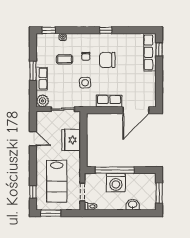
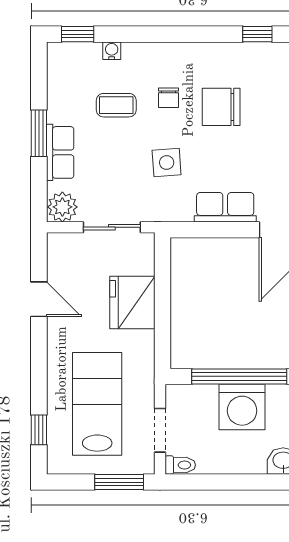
window: (106, 30) -> (257, 34), moved
lab bench: (57, 181) -> (97, 404), turned 180
window: (51, 213) -> (119, 482), moved

